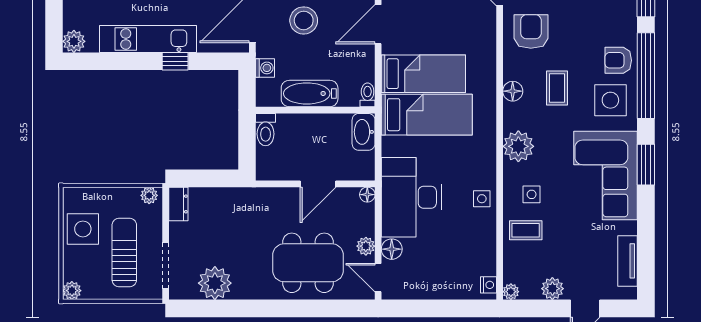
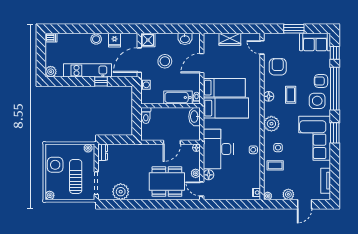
bathtub: (310, 93) -> (178, 97), moved

